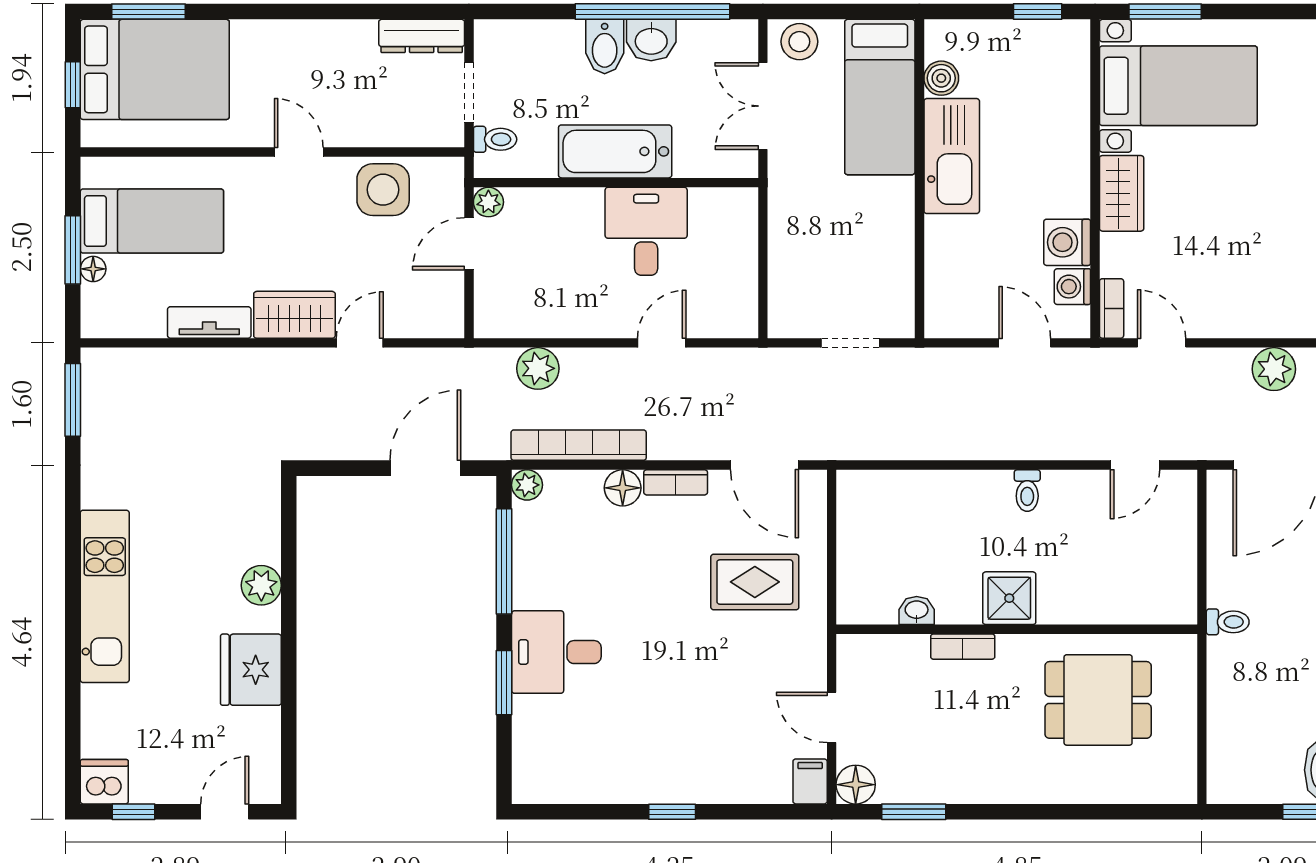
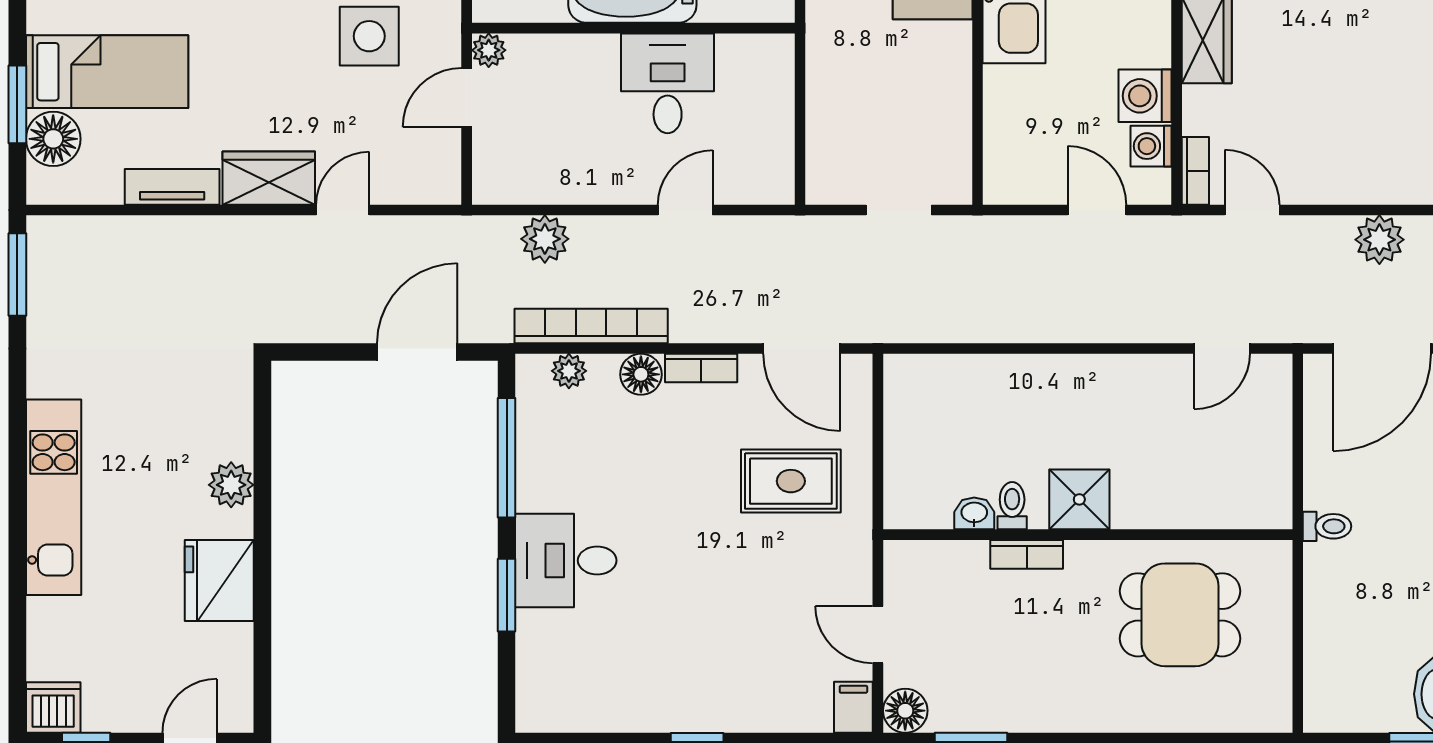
floor lamp: (93, 269) -> (53, 139), width x1.89, depth x1.89
plant: (527, 485) -> (569, 371), moved
toilet: (1027, 491) -> (1012, 506), moved, turned 180

